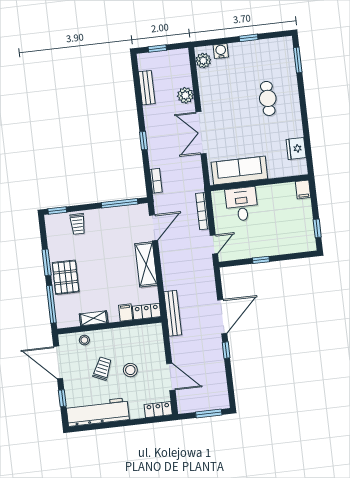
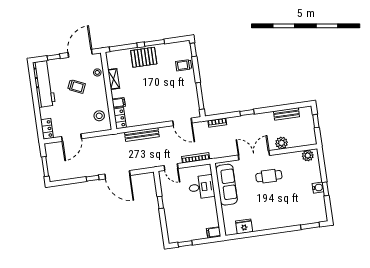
water cooler: (221, 51) -> (318, 188), moved
cafe table: (268, 98) -> (269, 176), moved
shelving: (146, 264) -> (155, 117), removed
bench: (173, 313) -> (142, 135), moved
stool: (130, 370) -> (99, 116), moved

